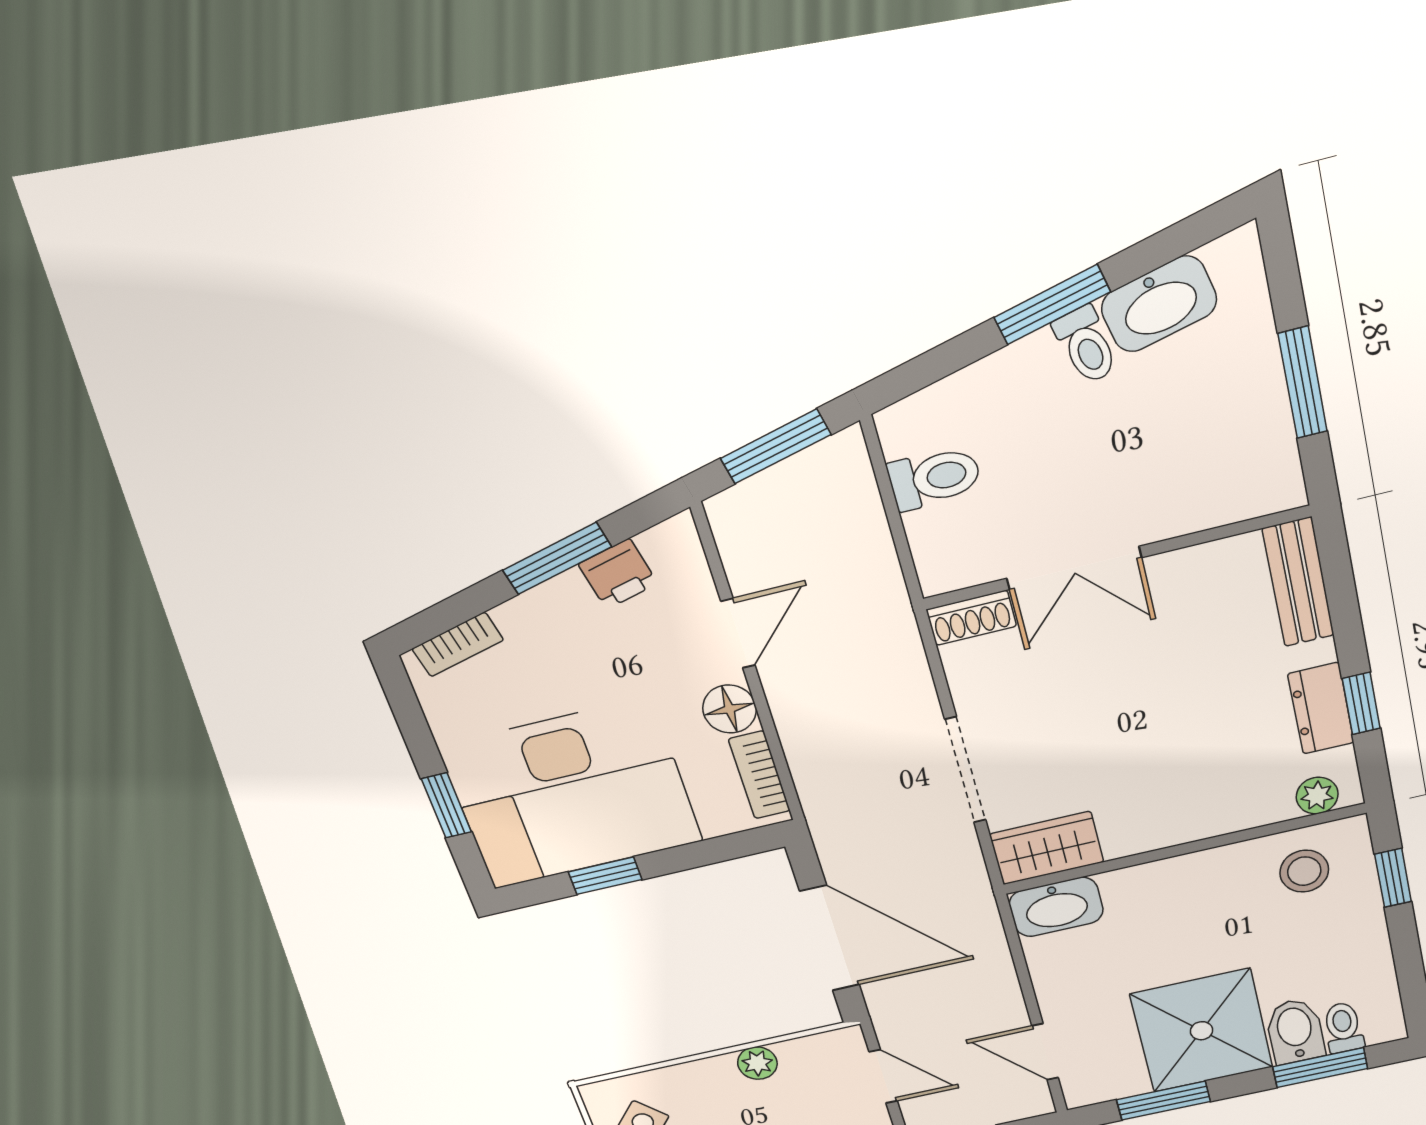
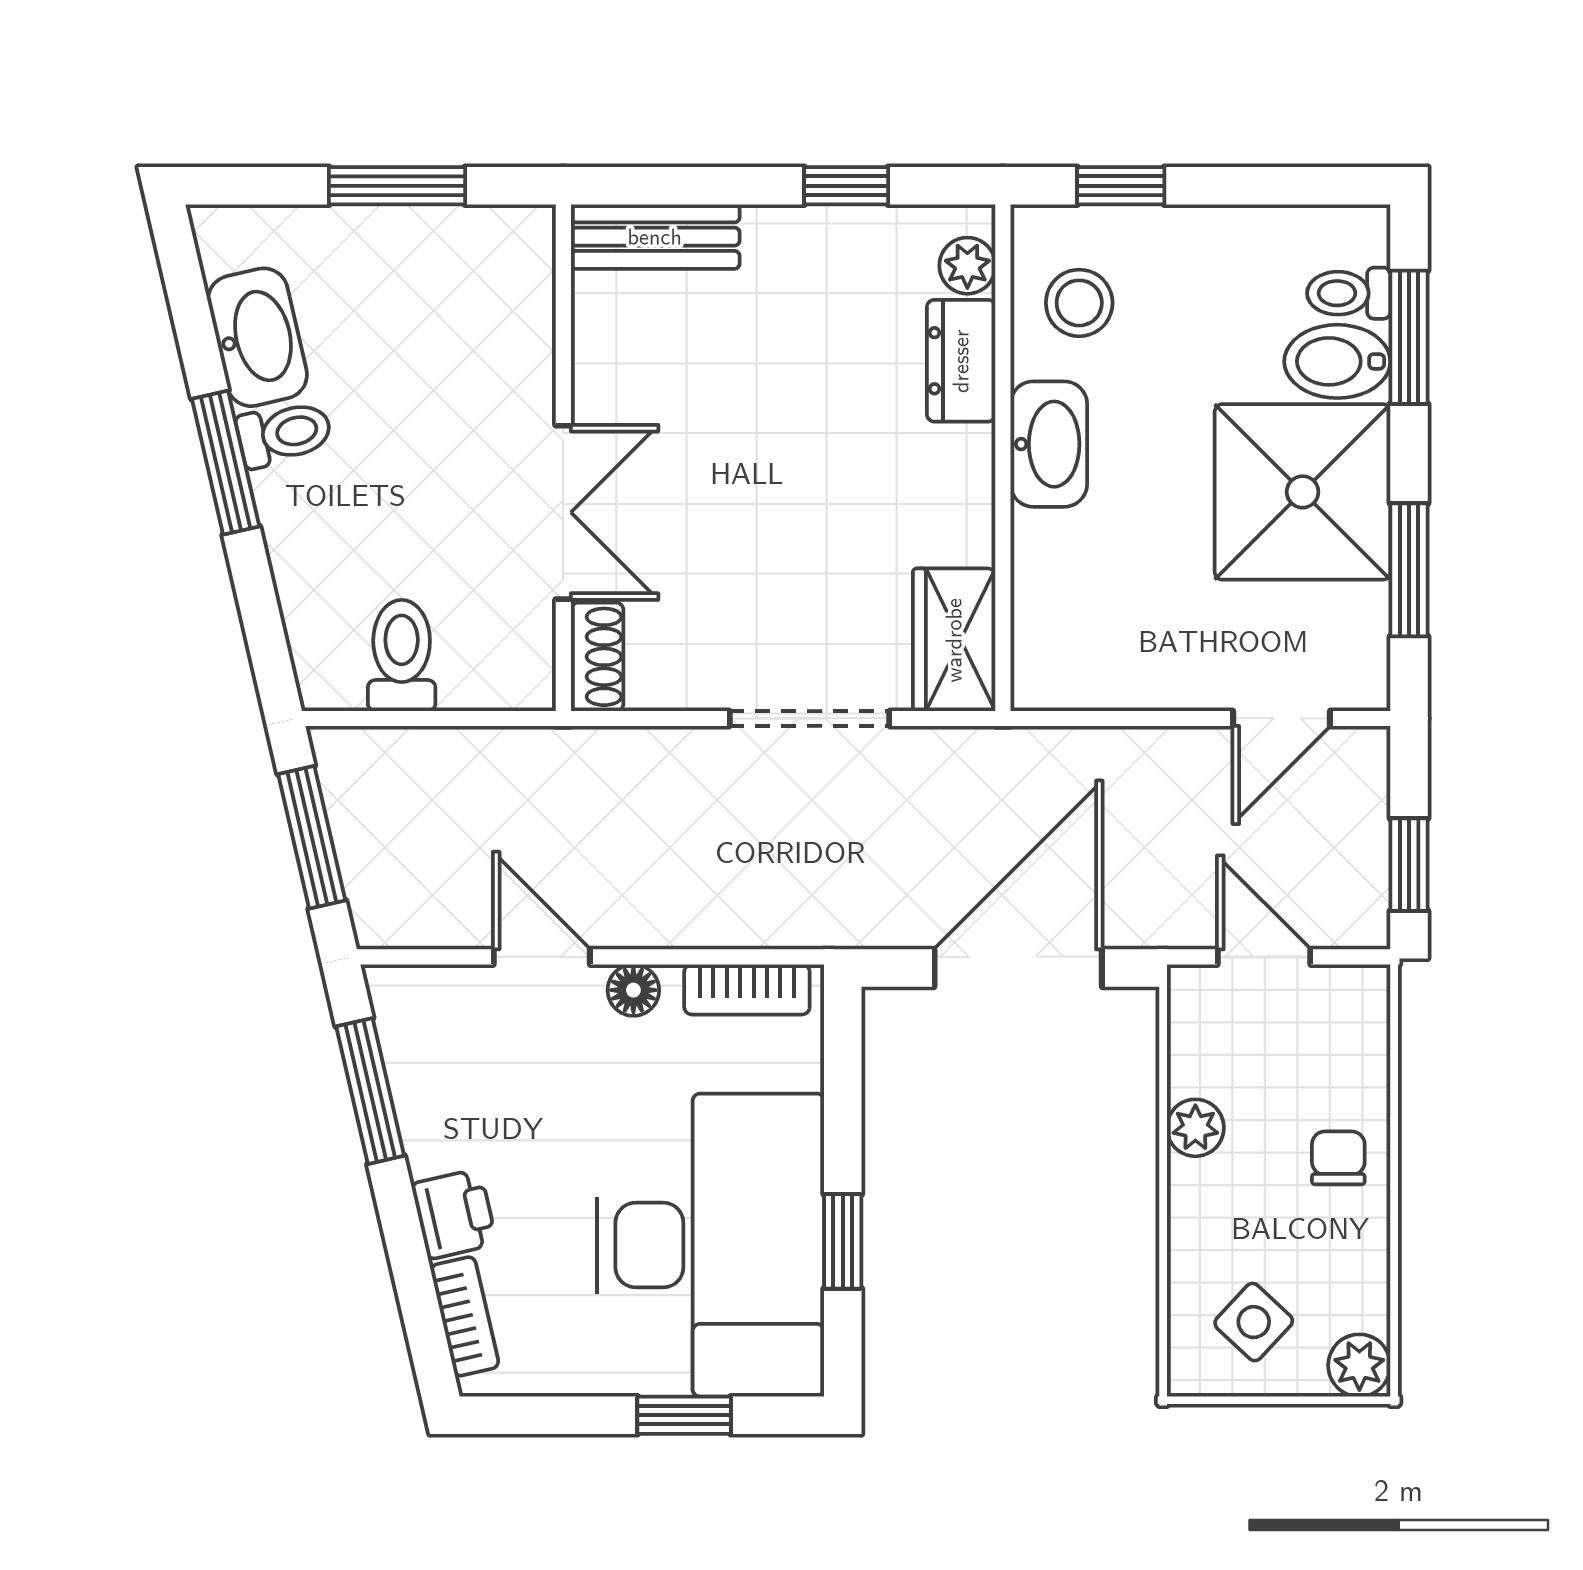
window: (557, 558) -> (370, 1091), moved
printer: (618, 574) -> (454, 1214), moved
dresser: (1321, 708) -> (961, 361), moved, turned 90
floor lamp: (729, 709) -> (633, 990), width x0.73, depth x0.73
washbasin: (1056, 907) -> (1049, 444), moved
door: (883, 1076) -> (1264, 957), hinge flipped

